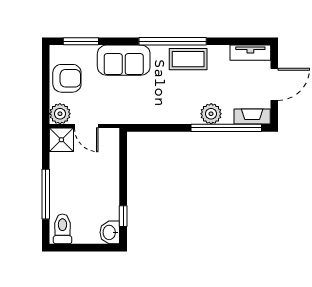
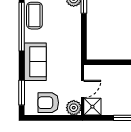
armchair: (67, 78) -> (48, 103), turned -90

